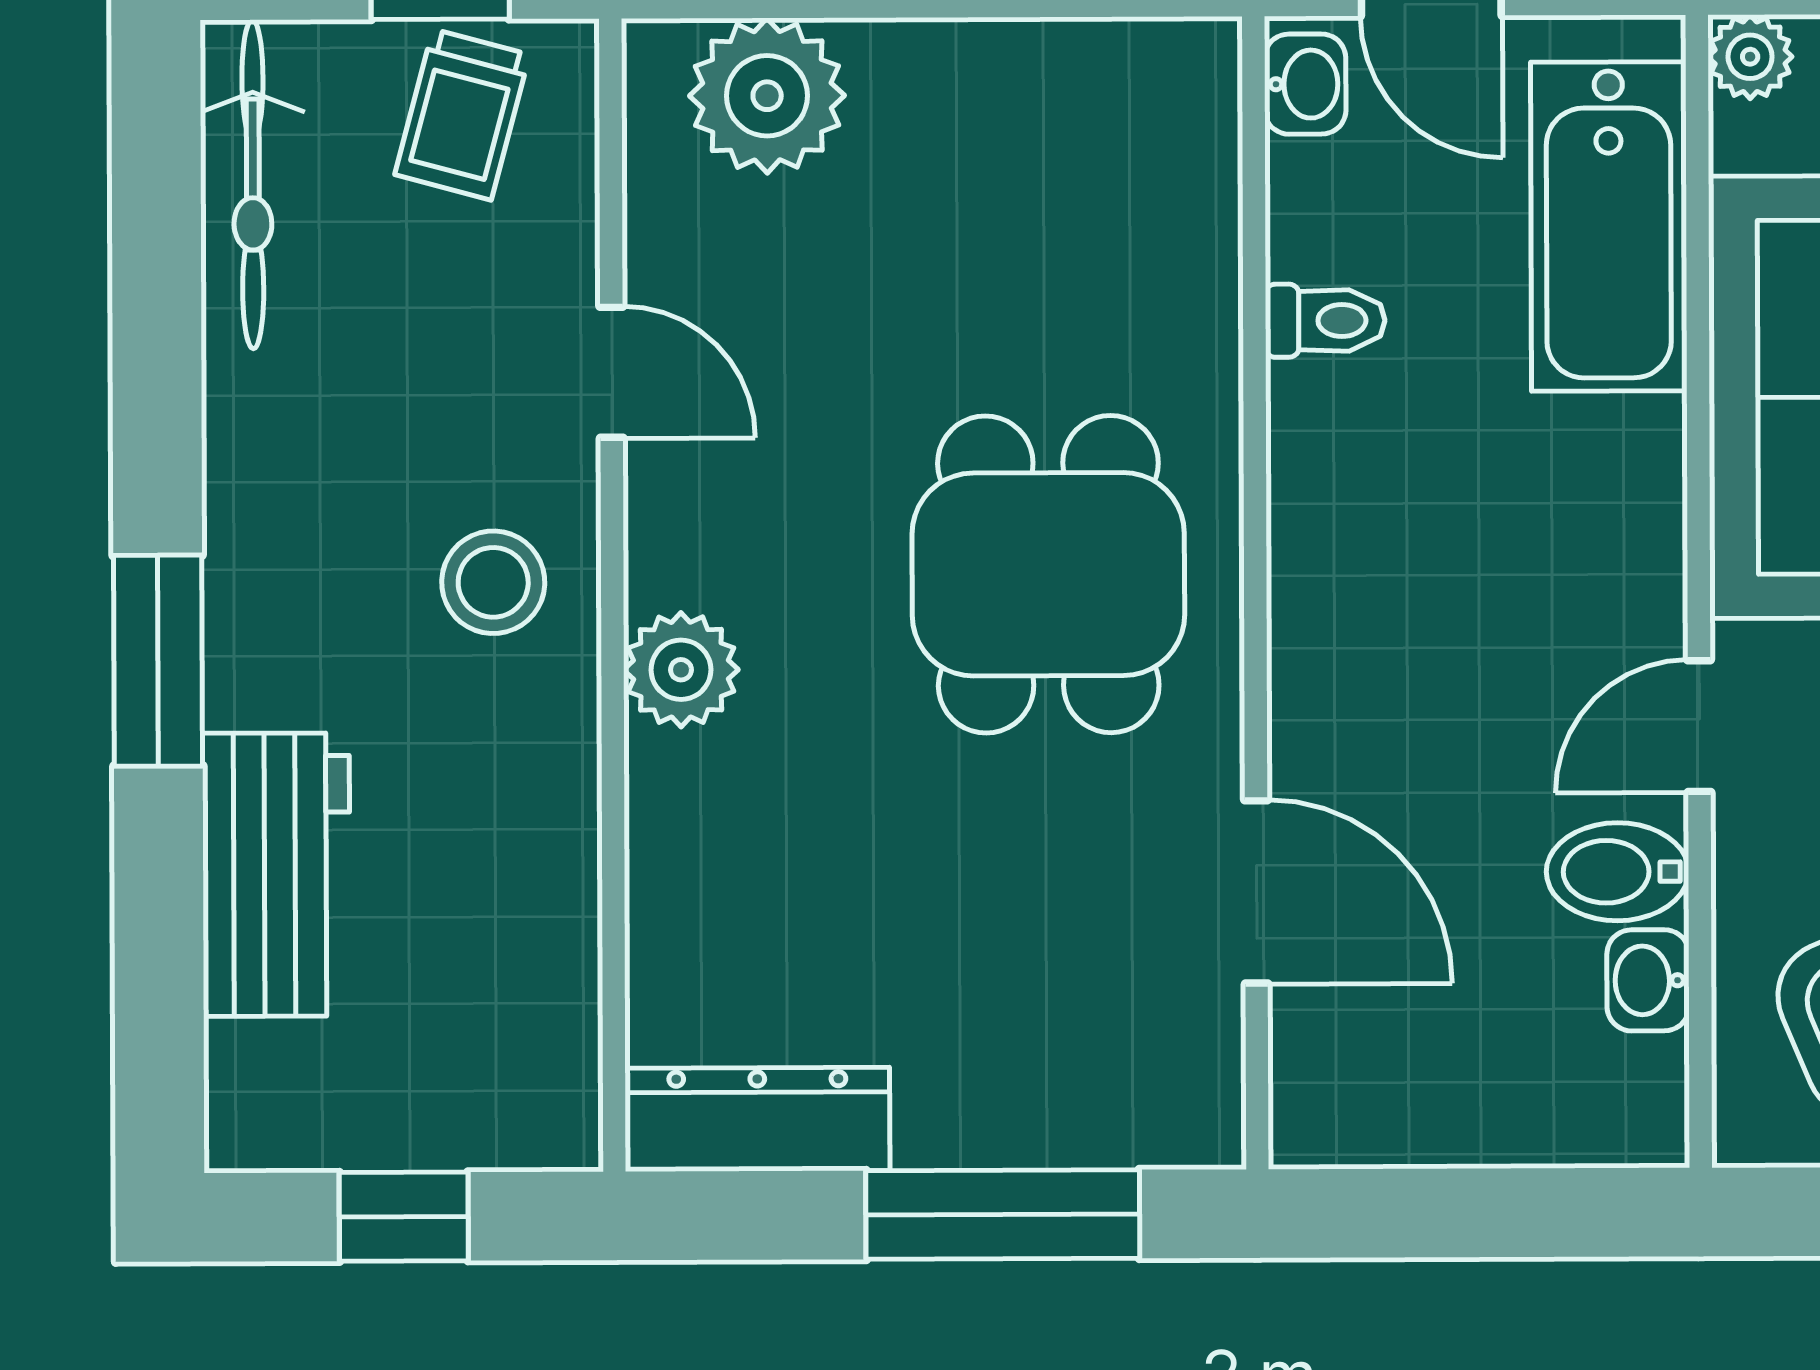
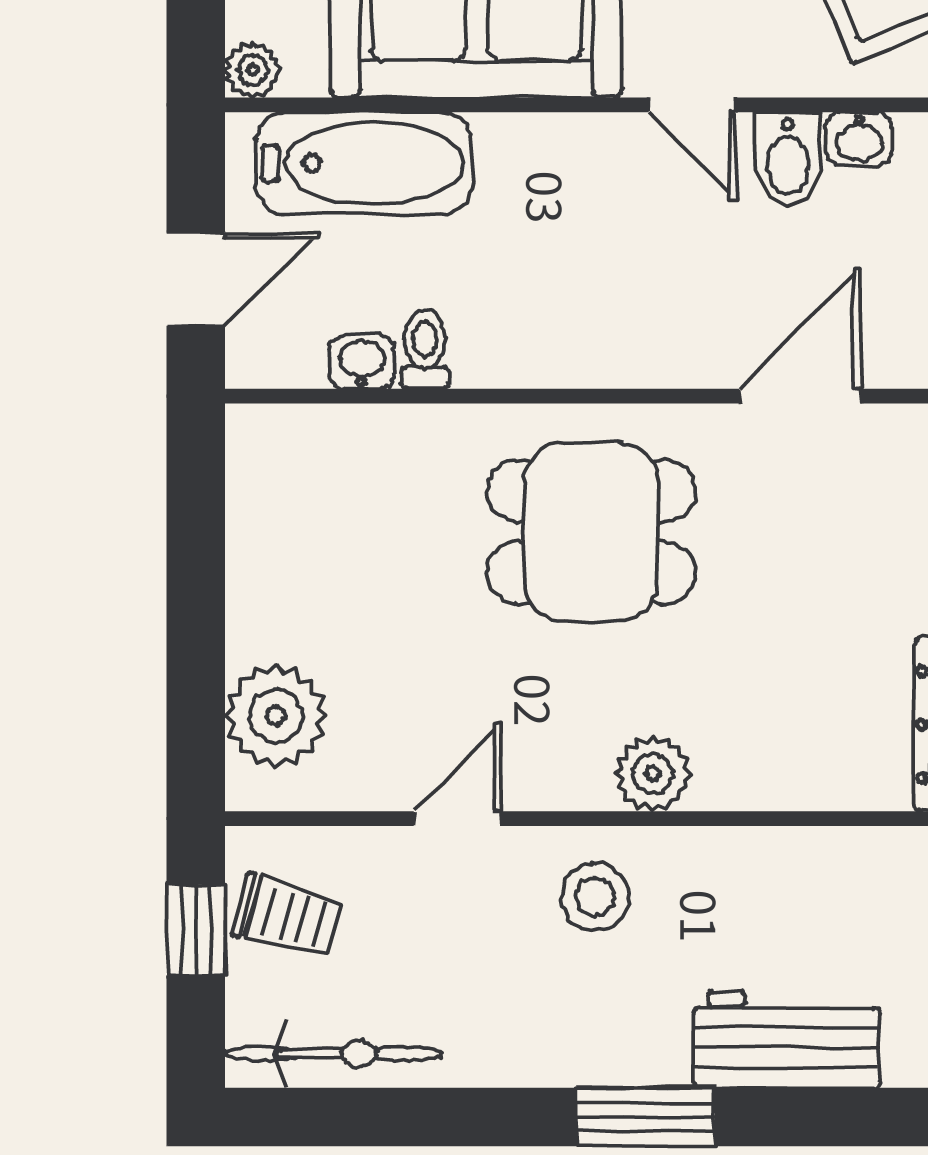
washbasin: (1305, 84) -> (362, 362), moved

